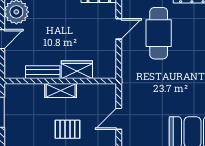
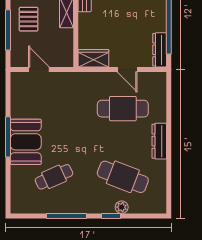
wardrobe: (77, 70) -> (93, 58), moved, turned -90

